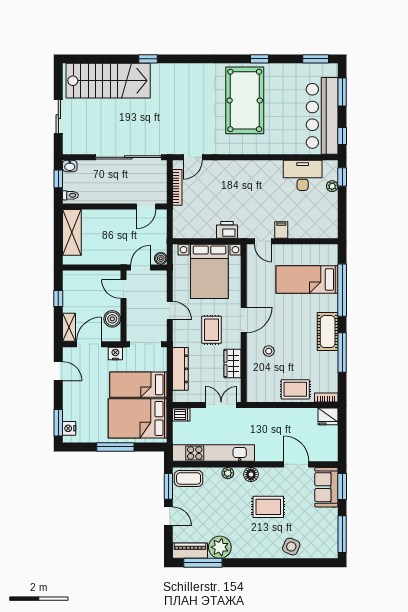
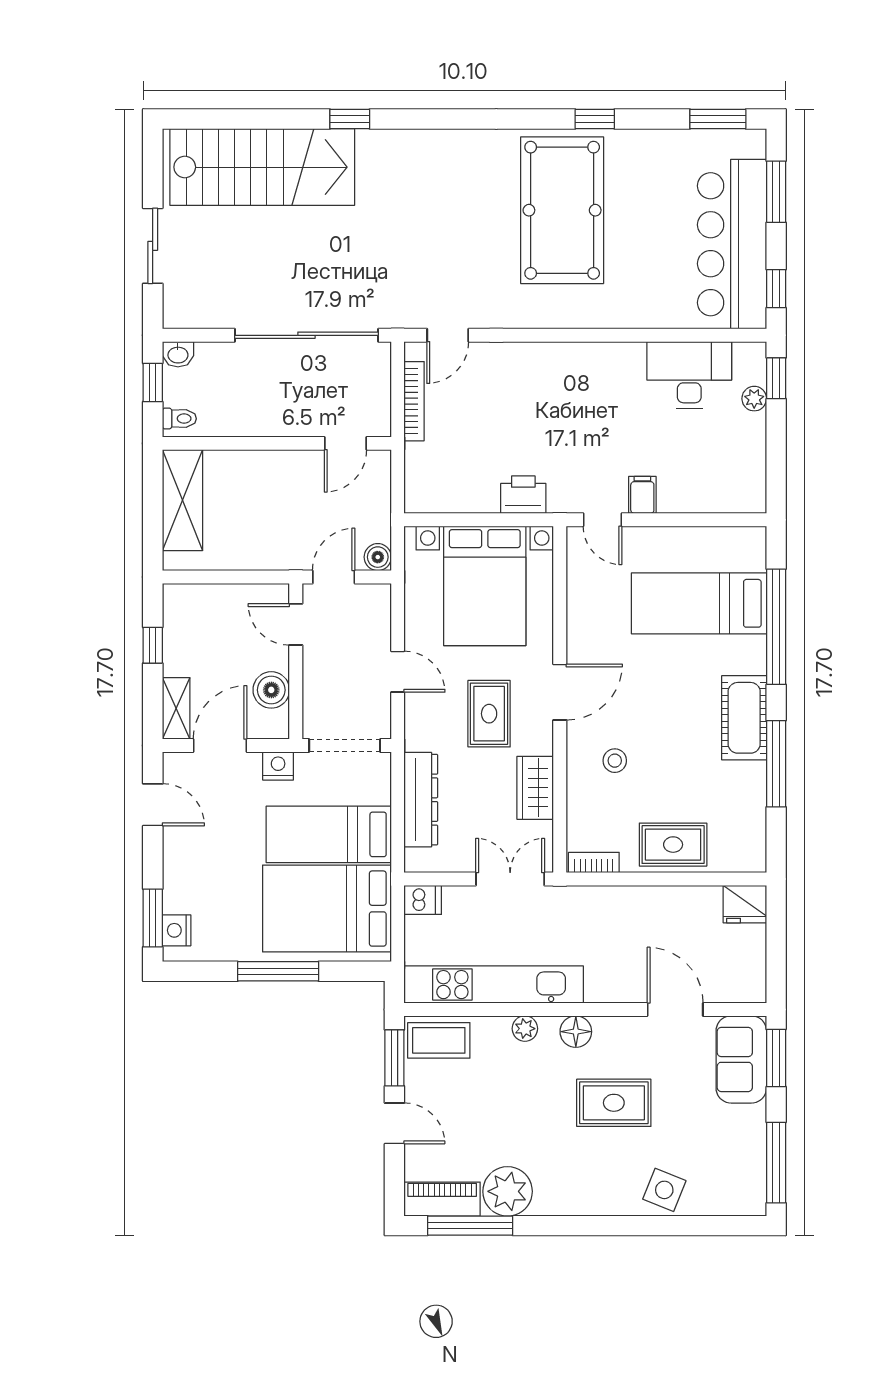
bookcase: (326, 397) -> (594, 863), moved

